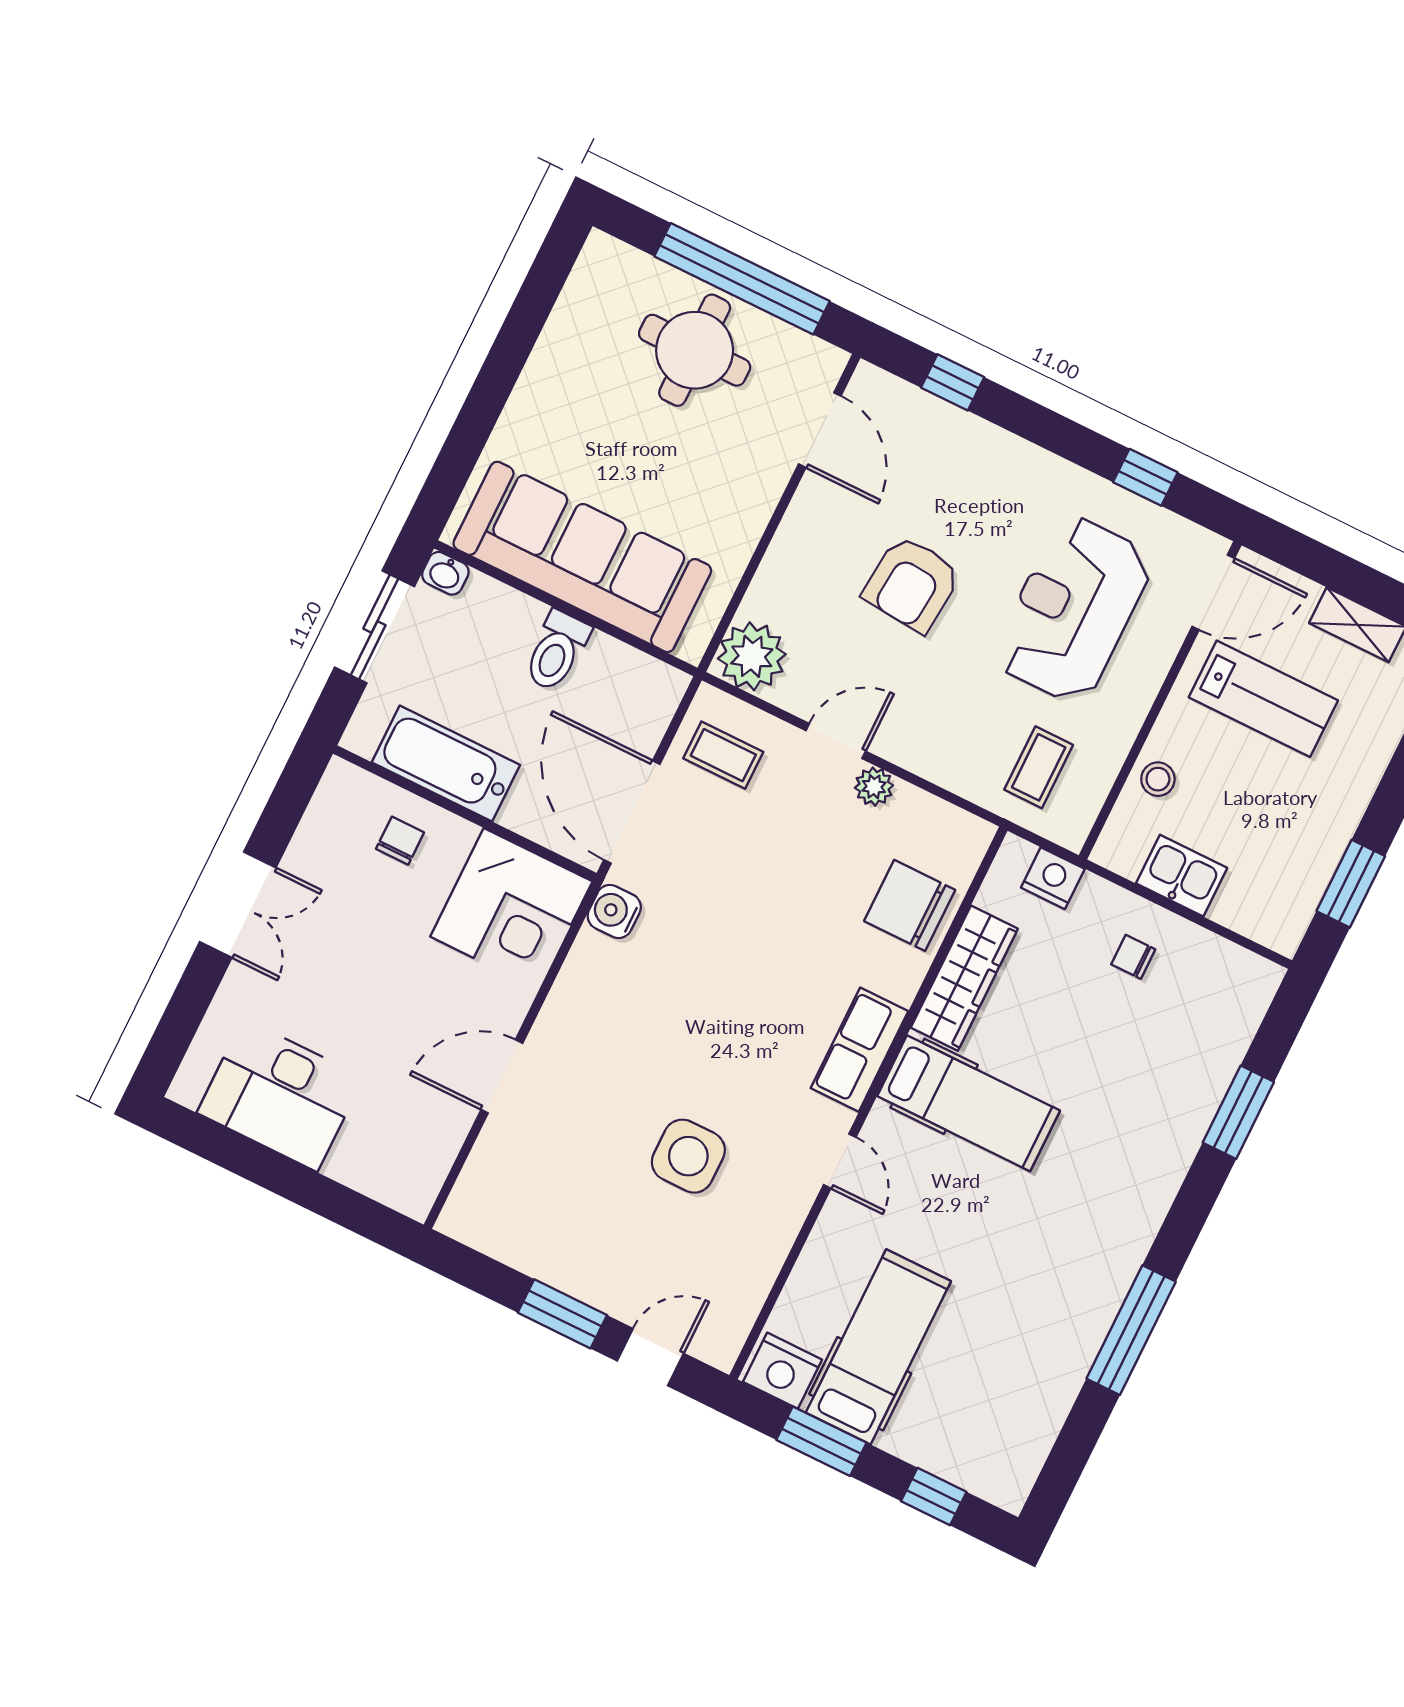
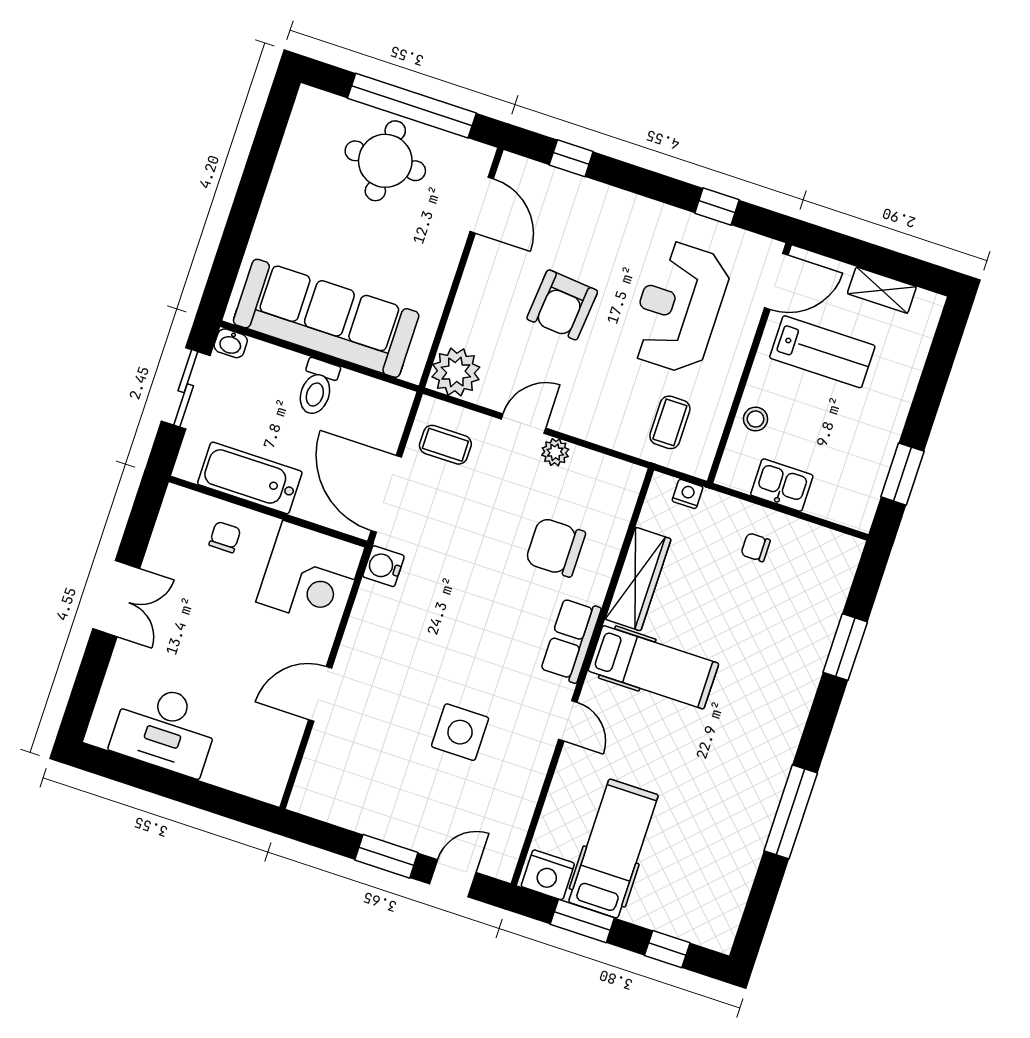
nightstand: (1053, 878) -> (687, 494), width x0.72, depth x0.74
chair: (910, 905) -> (555, 547), moved

